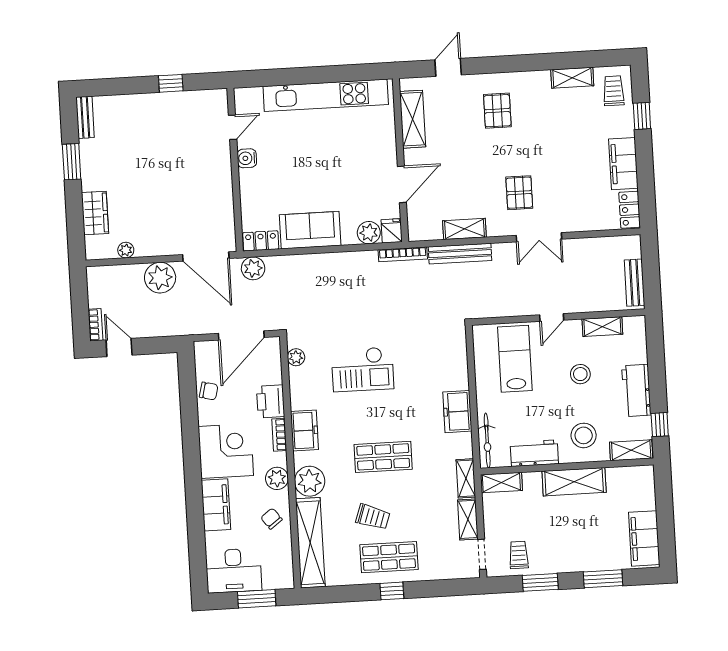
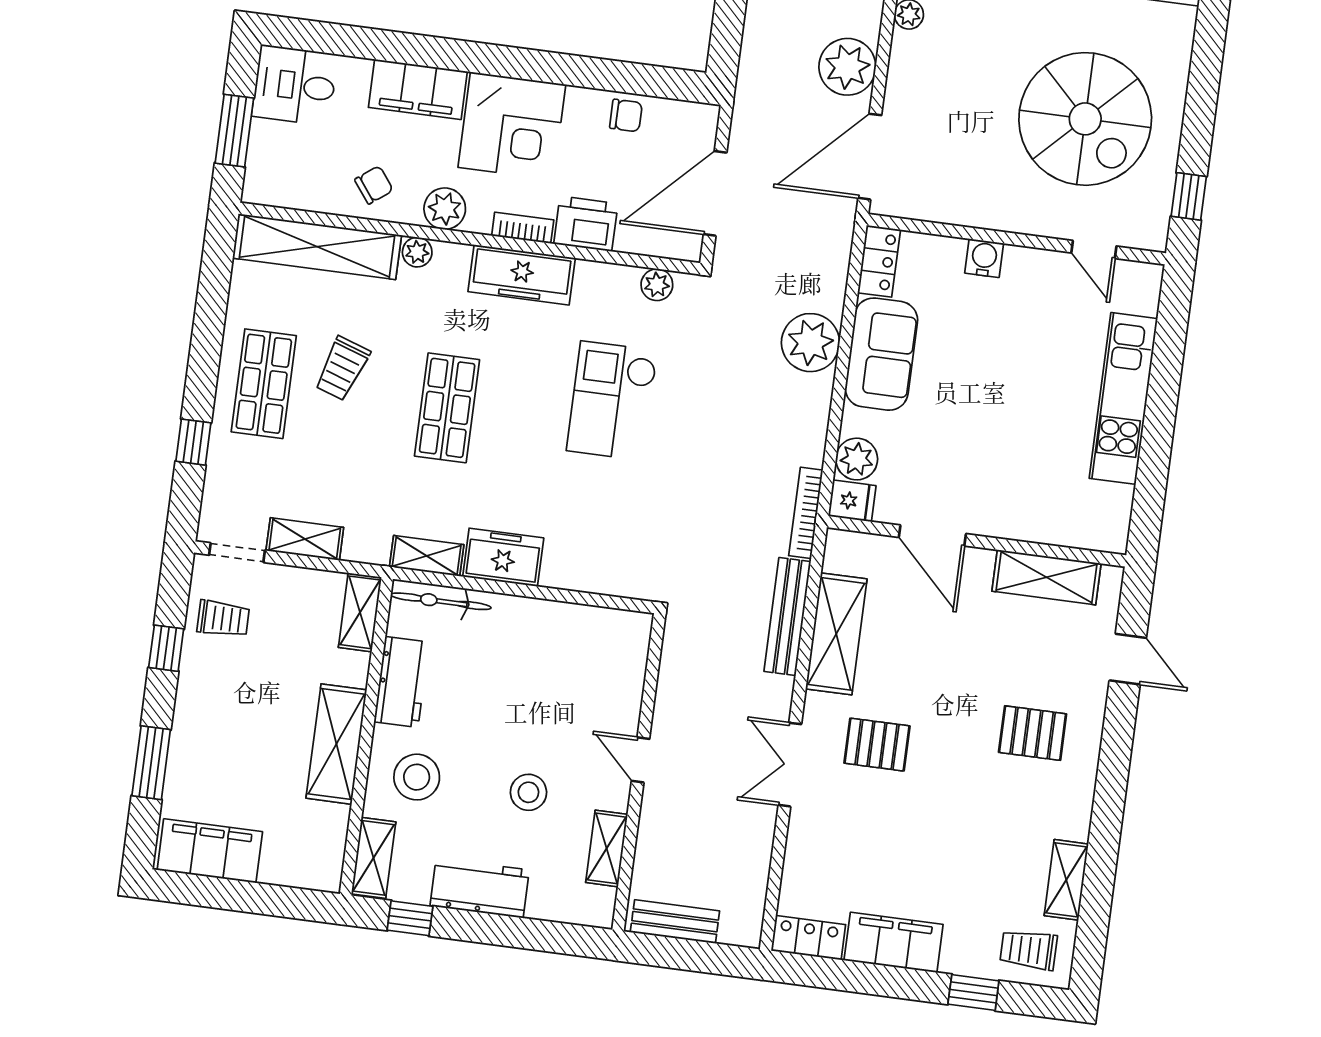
window: (171, 83) -> (1189, 196), moved
trolley: (614, 91) -> (1029, 950), turned 180
kitchen unit: (326, 95) -> (1123, 398), width x0.73
spiral stairs: (164, 145) -> (1085, 119), added
water cooler: (247, 158) -> (984, 258), moved
shelving: (464, 229) -> (836, 634), width x1.50, depth x1.33
plant: (253, 268) -> (810, 343), moved, width x1.36, depth x1.36
door: (241, 335) -> (715, 193), hinge flipped
lab bench: (515, 359) -> (579, 679), removed
chair: (209, 391) -> (626, 115), turned -104
freezer: (304, 430) -> (522, 275), width x1.40
shelving: (466, 478) -> (427, 556), moved
plant: (310, 481) -> (417, 252), width x0.53, depth x0.53
desk: (234, 571) -> (295, 85), width x0.73
window: (540, 582) -> (166, 648), width x0.67
window: (392, 591) -> (193, 442), moved

